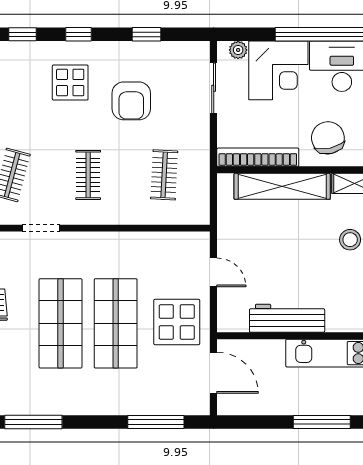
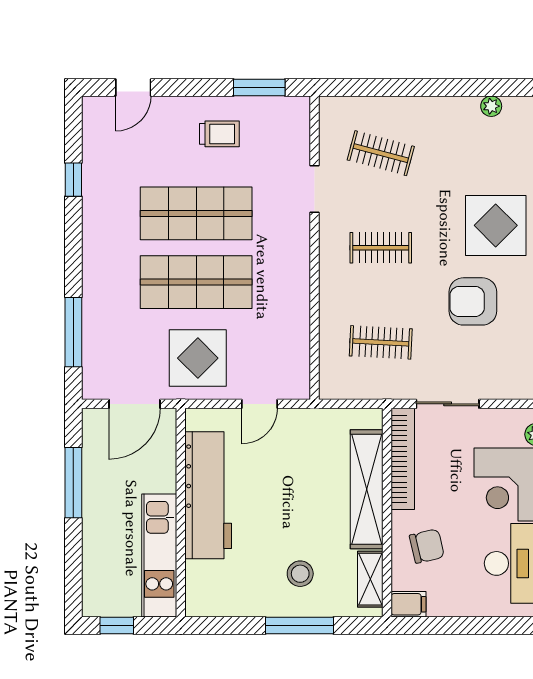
display table: (70, 82) -> (496, 225), width x1.36, depth x1.36
sliding door: (214, 88) -> (448, 404), moved
chair: (328, 138) -> (427, 546), width x0.73, depth x0.73
workbench: (287, 318) -> (208, 495), width x1.36, depth x1.32
window: (33, 422) -> (73, 180), width x0.46
window: (322, 422) -> (73, 483), moved

